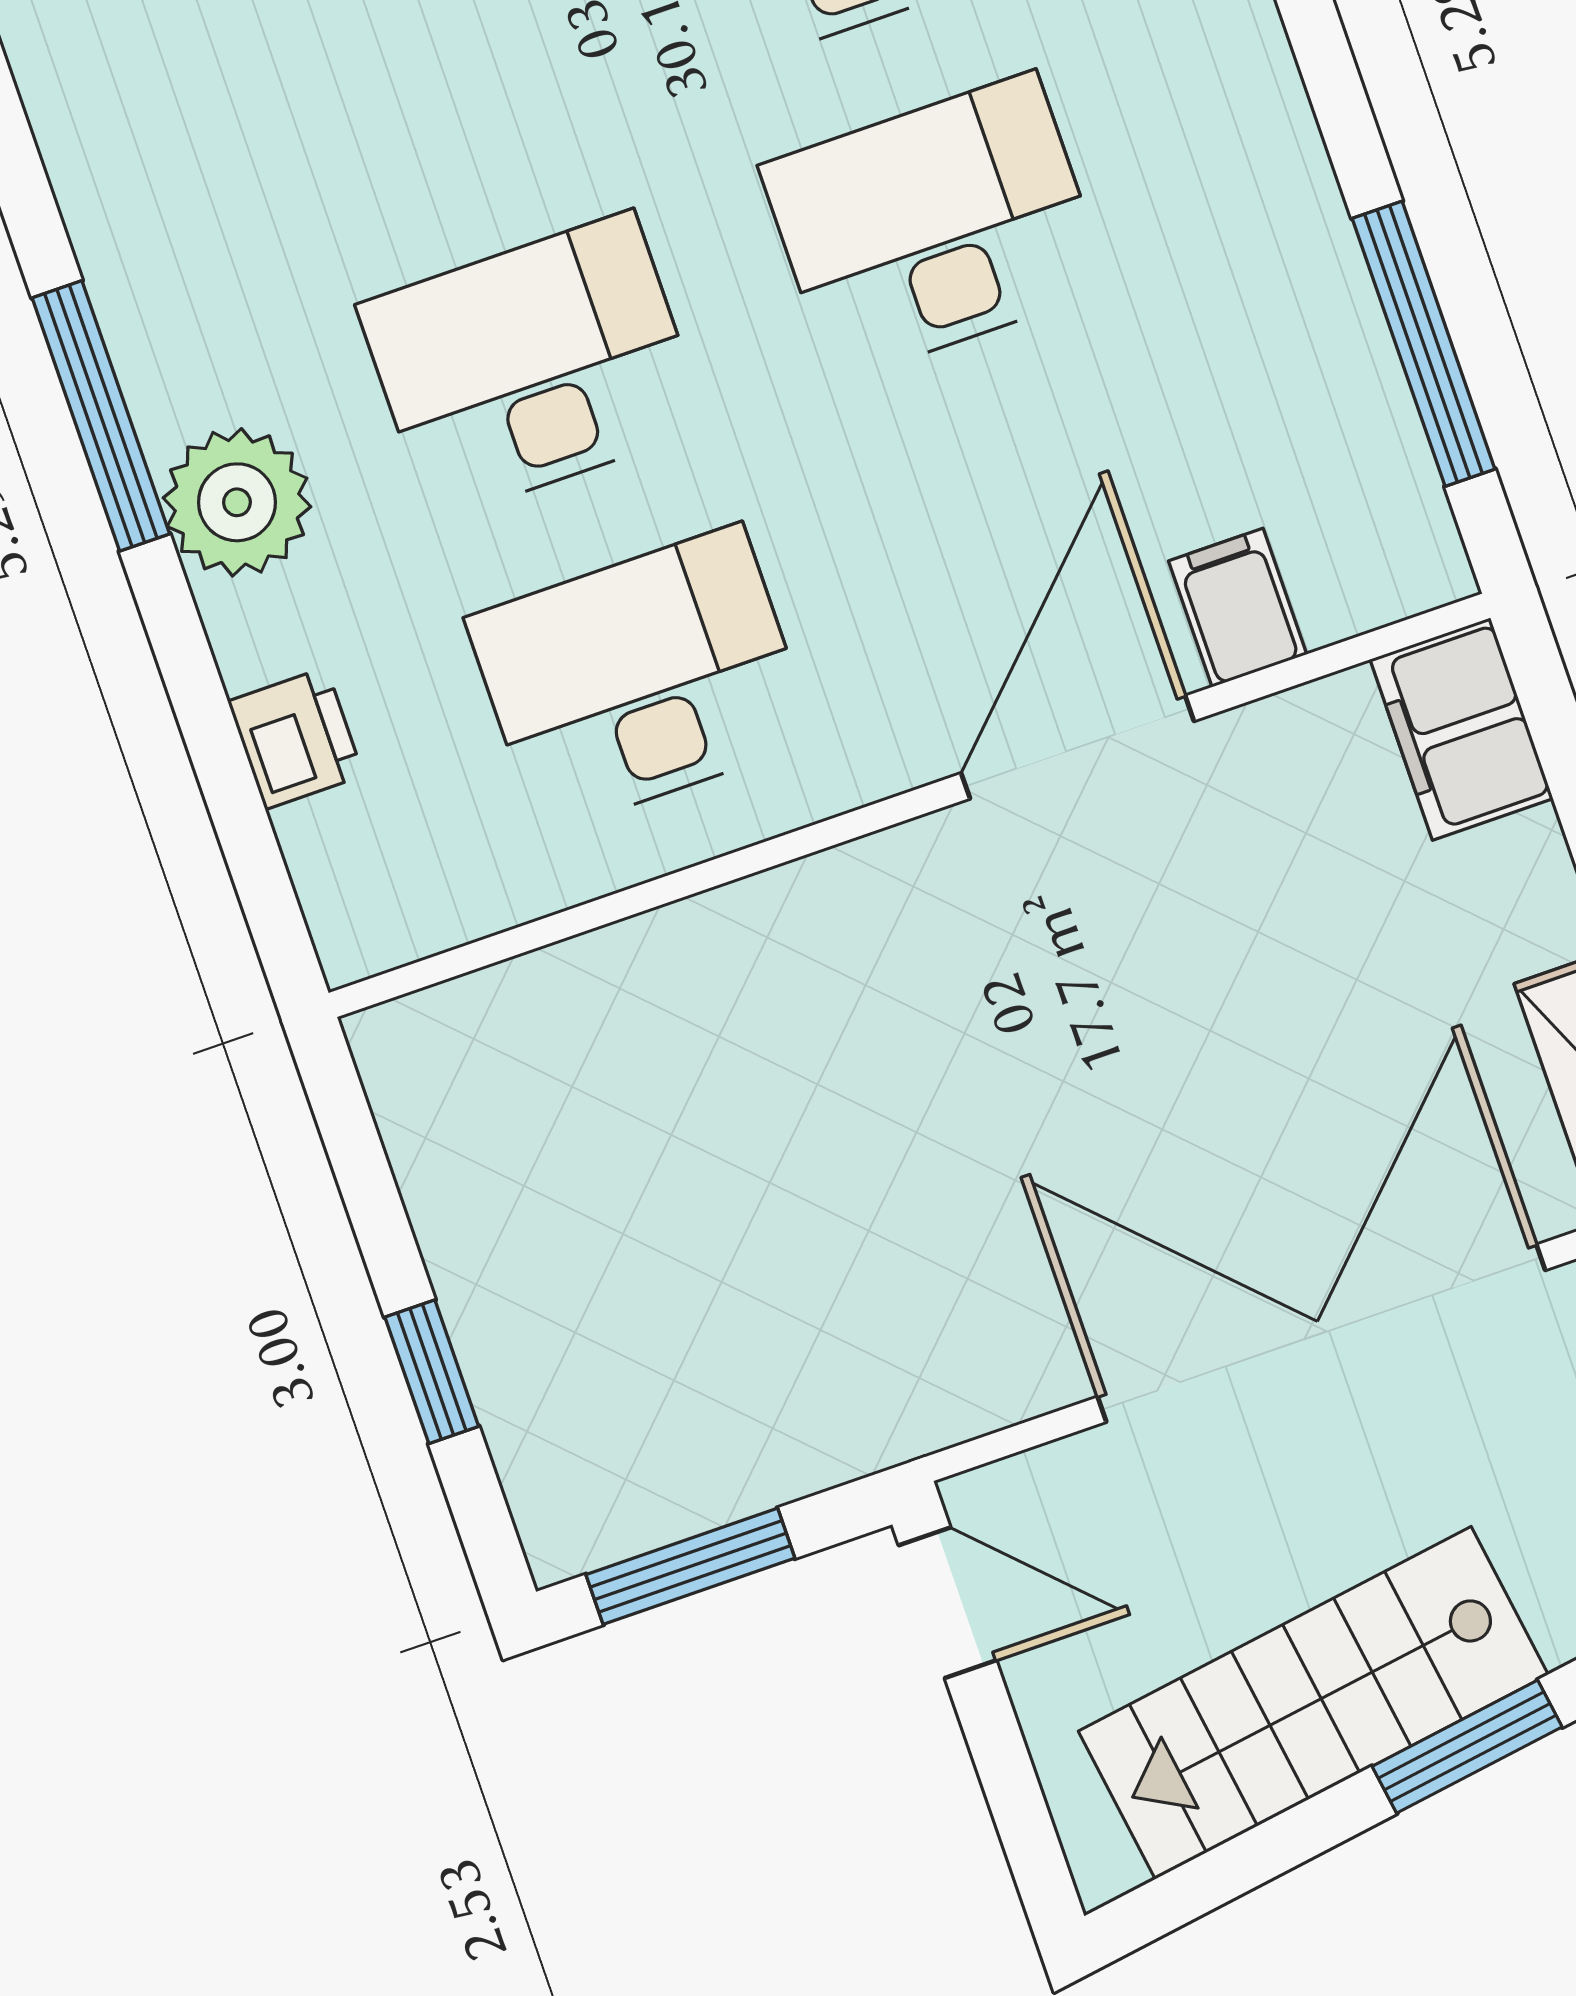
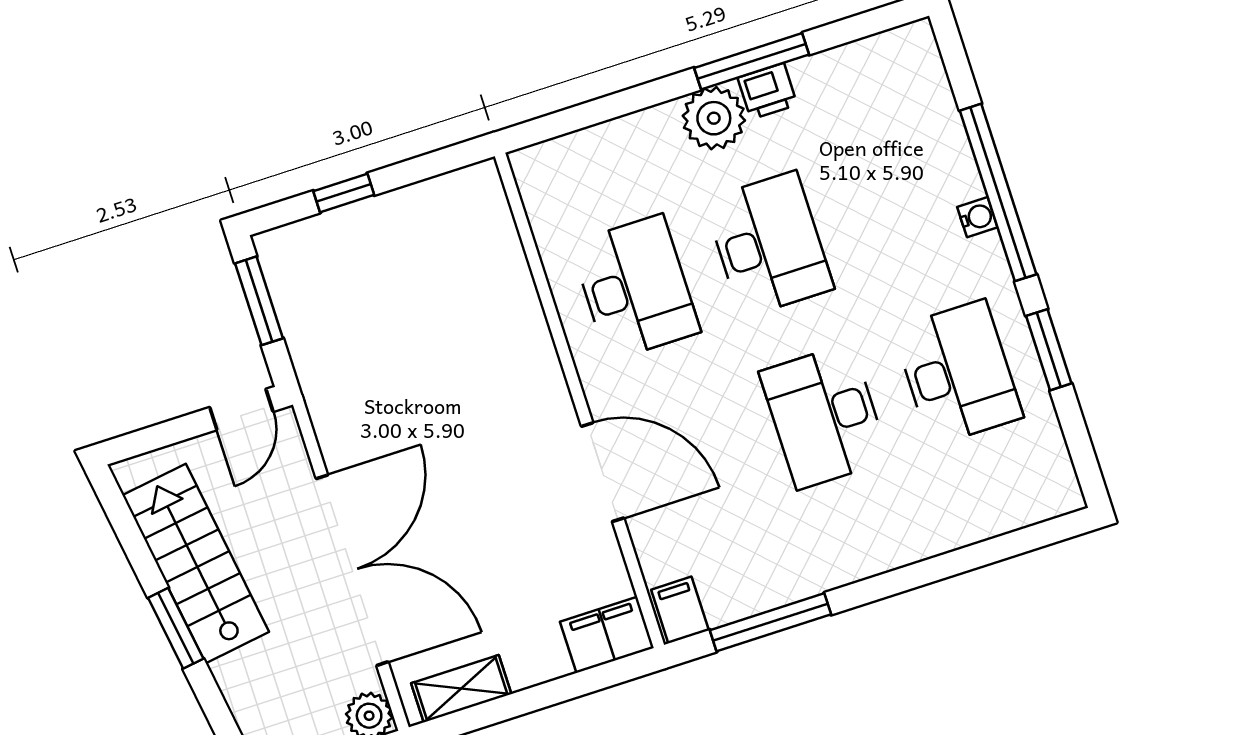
desk: (934, 227) -> (824, 416), turned 180
filing cabinet: (1238, 608) -> (680, 610), moved, turned -90
printer: (296, 738) -> (767, 91), moved

